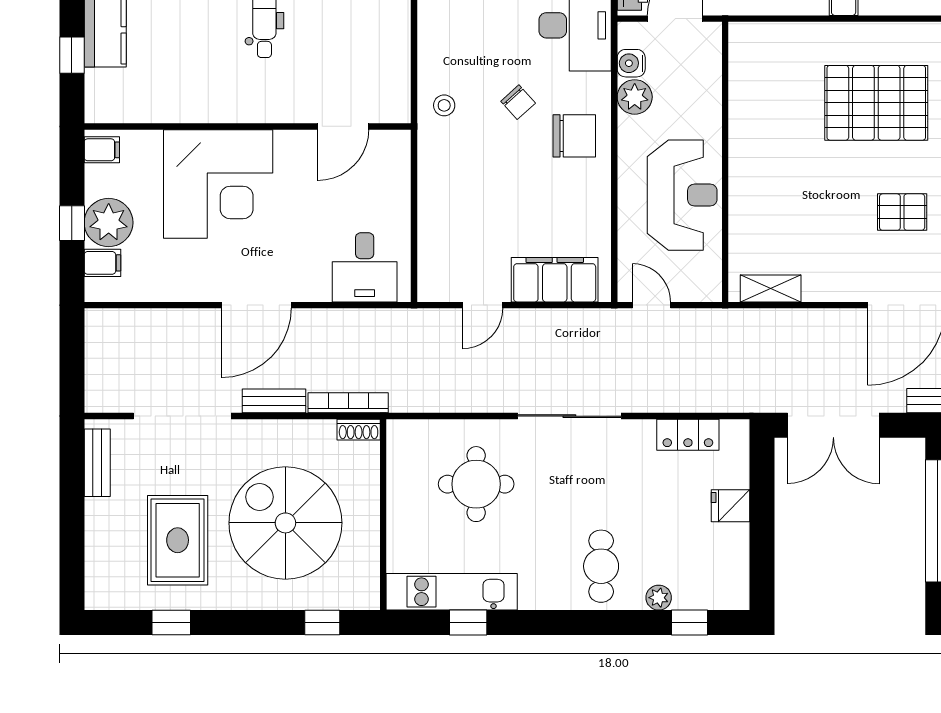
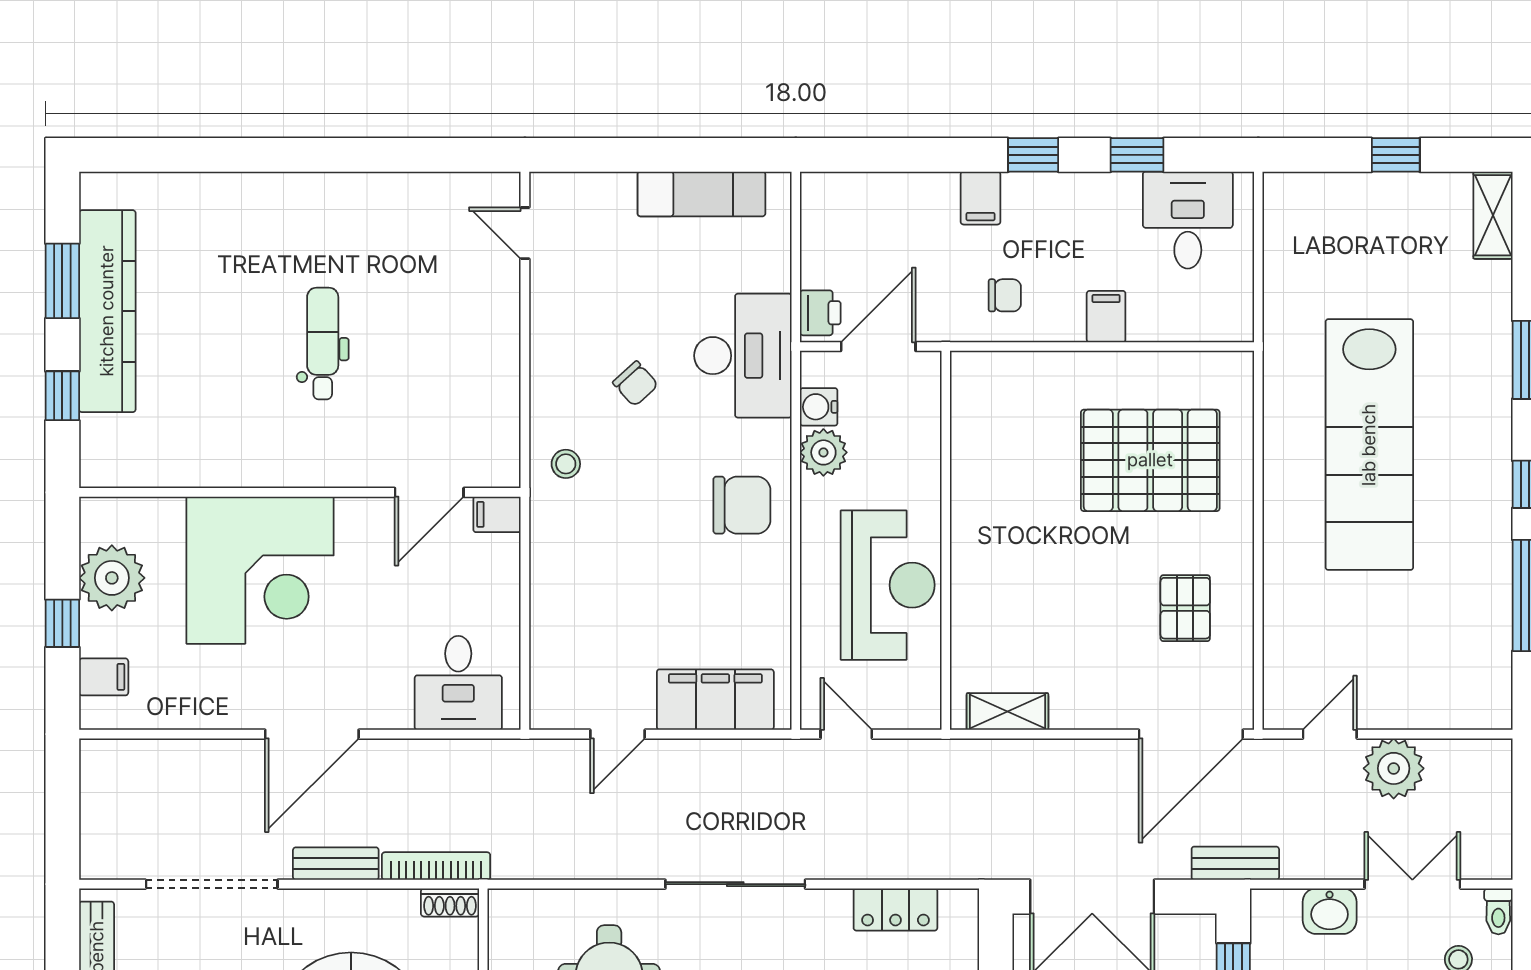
chair: (518, 102) -> (635, 384), moved
filing cabinet: (102, 150) -> (497, 514), moved, turned 180
pallet: (902, 212) -> (1185, 608), turned 90
plant: (109, 223) -> (112, 578), moved

